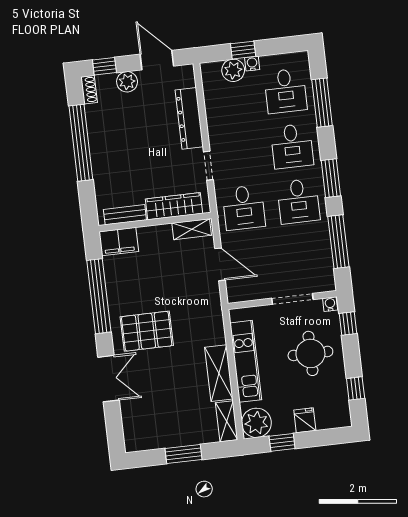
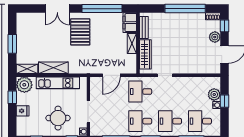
dresser: (189, 118) -> (191, 68), removed
shelving: (192, 229) -> (132, 43), moved

